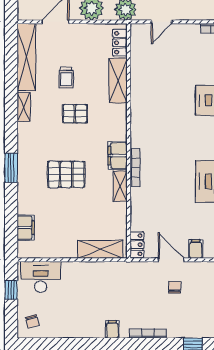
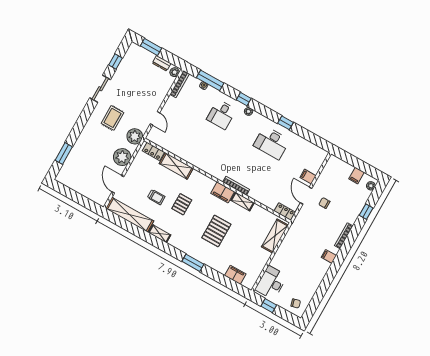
door: (171, 260) -> (306, 196), hinge flipped

